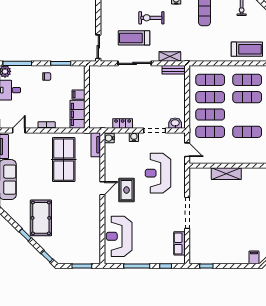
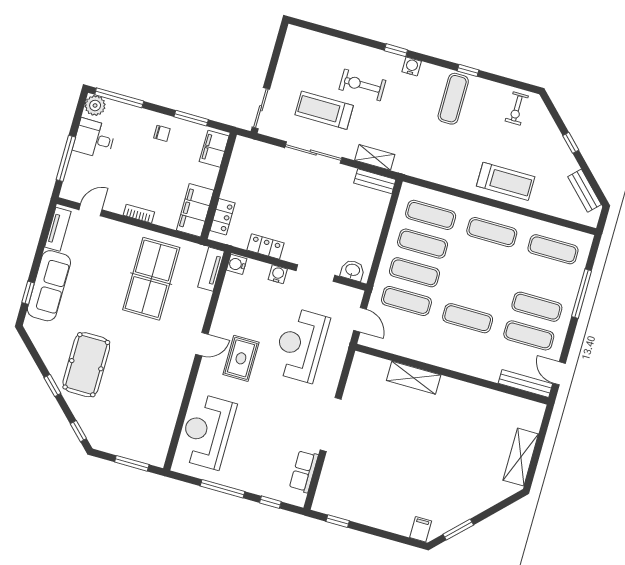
filing cabinet: (78, 95) -> (214, 149), moved, width x2.00
exercise mat: (247, 97) -> (484, 261), removed
locker: (94, 114) -> (223, 217), added

